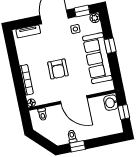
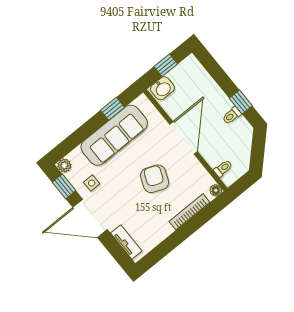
window: (110, 46) -> (113, 109), moved
armchair: (58, 69) -> (155, 179), turned -68

